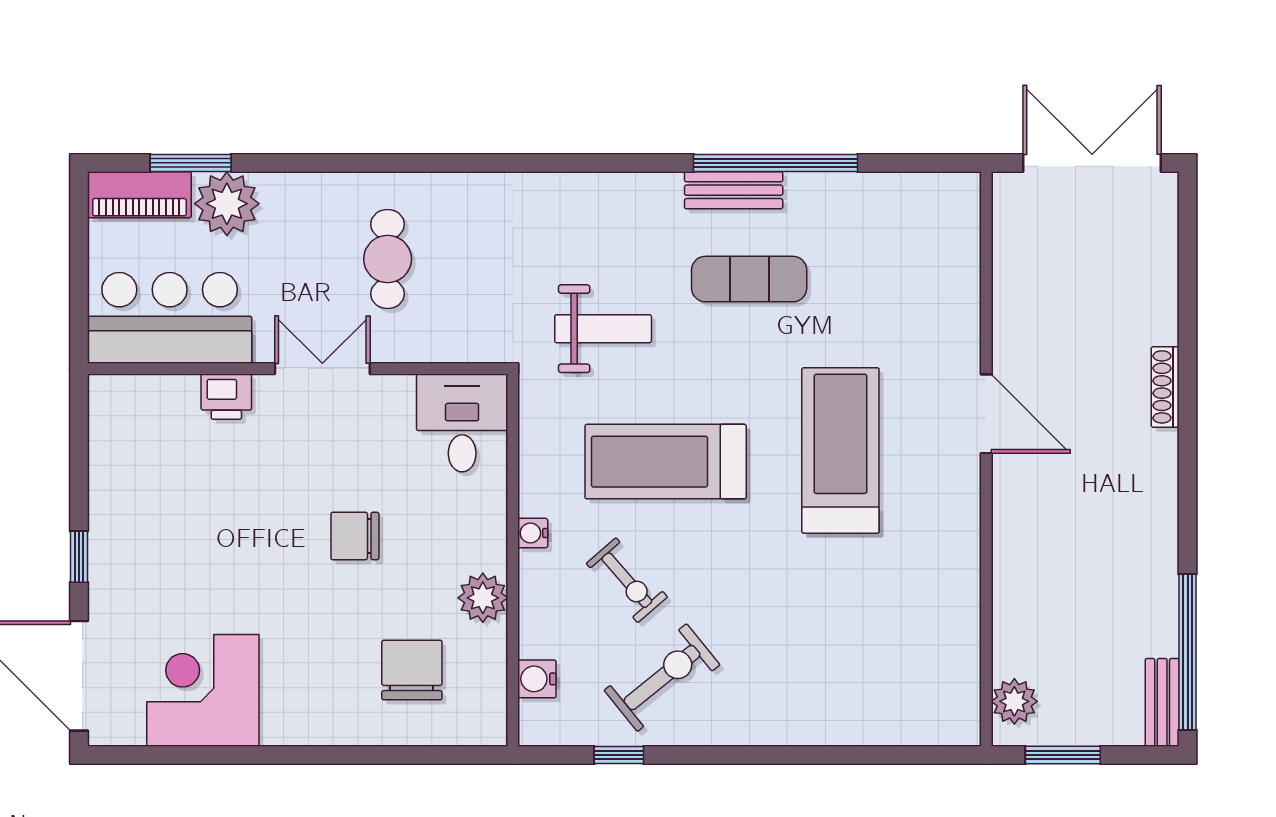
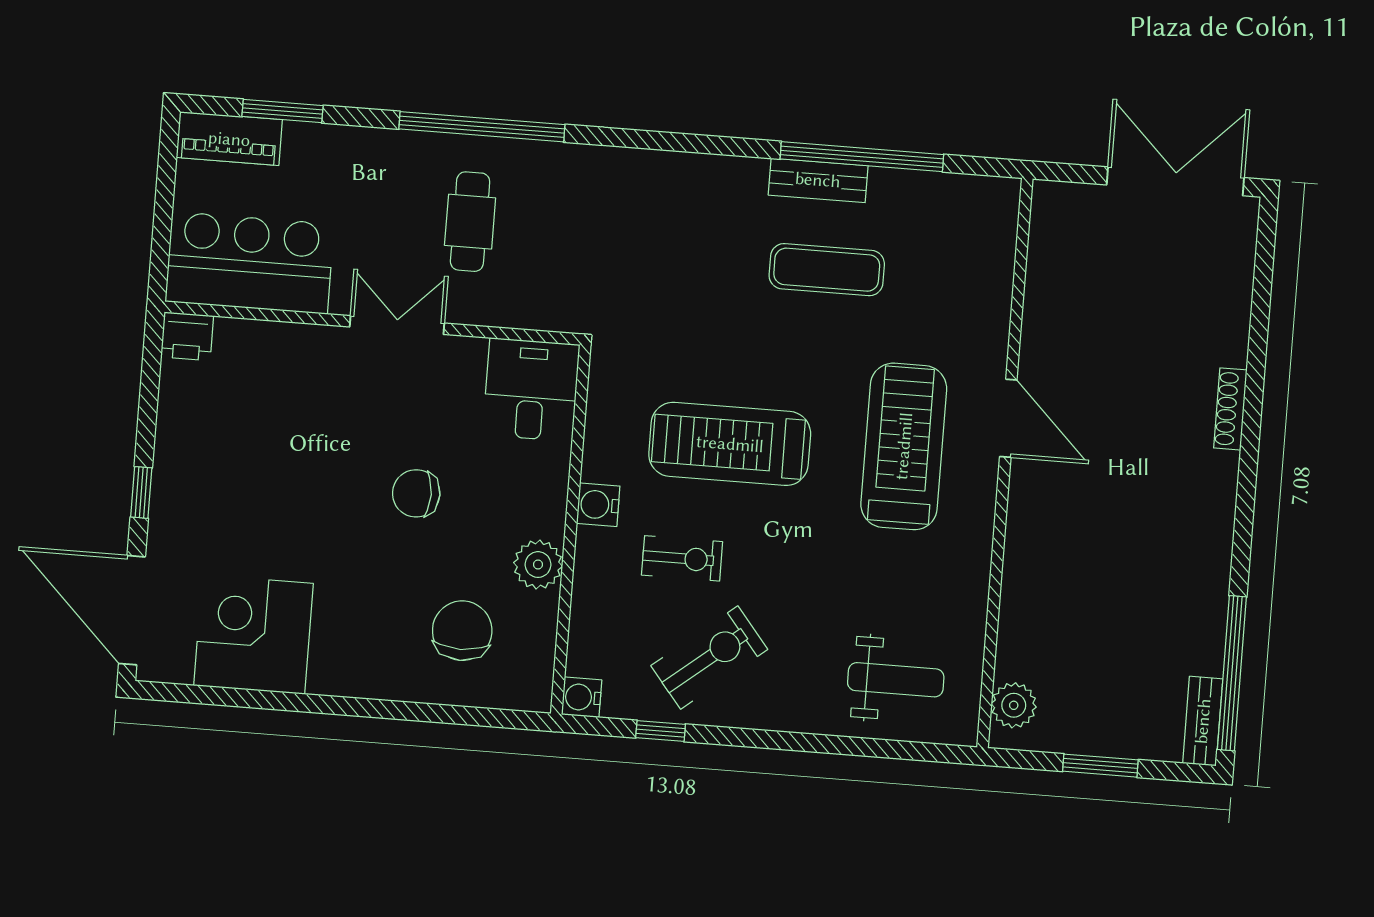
window: (392, 163) -> (482, 127), added
plant: (227, 204) -> (315, 154), removed
weight bench: (603, 329) -> (896, 680), moved
printer: (226, 397) -> (187, 336), moved
door: (986, 414) -> (1008, 418), moved
wall: (986, 459) -> (1005, 463), moved
water cooler: (533, 533) -> (598, 505), width x1.38, depth x1.38
exercise bike: (627, 580) -> (682, 558), turned -49
water cooler: (537, 679) -> (582, 697), moved
plant: (1014, 701) -> (1014, 705), moved

